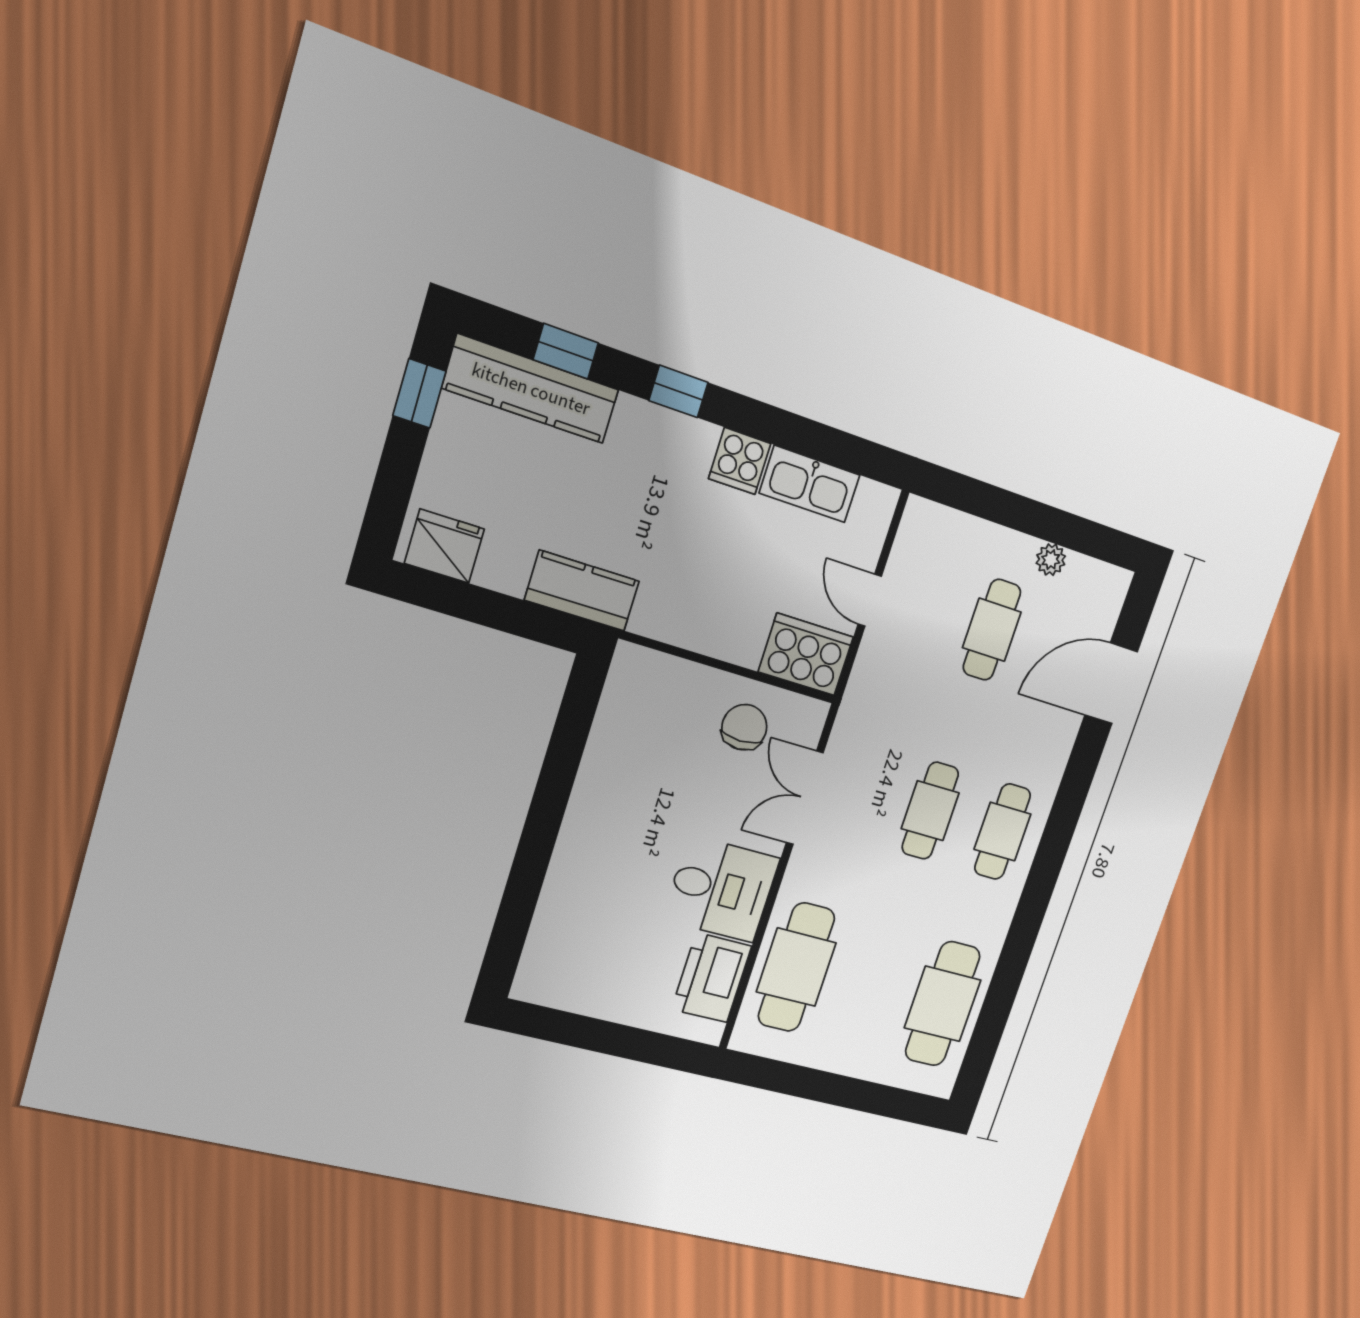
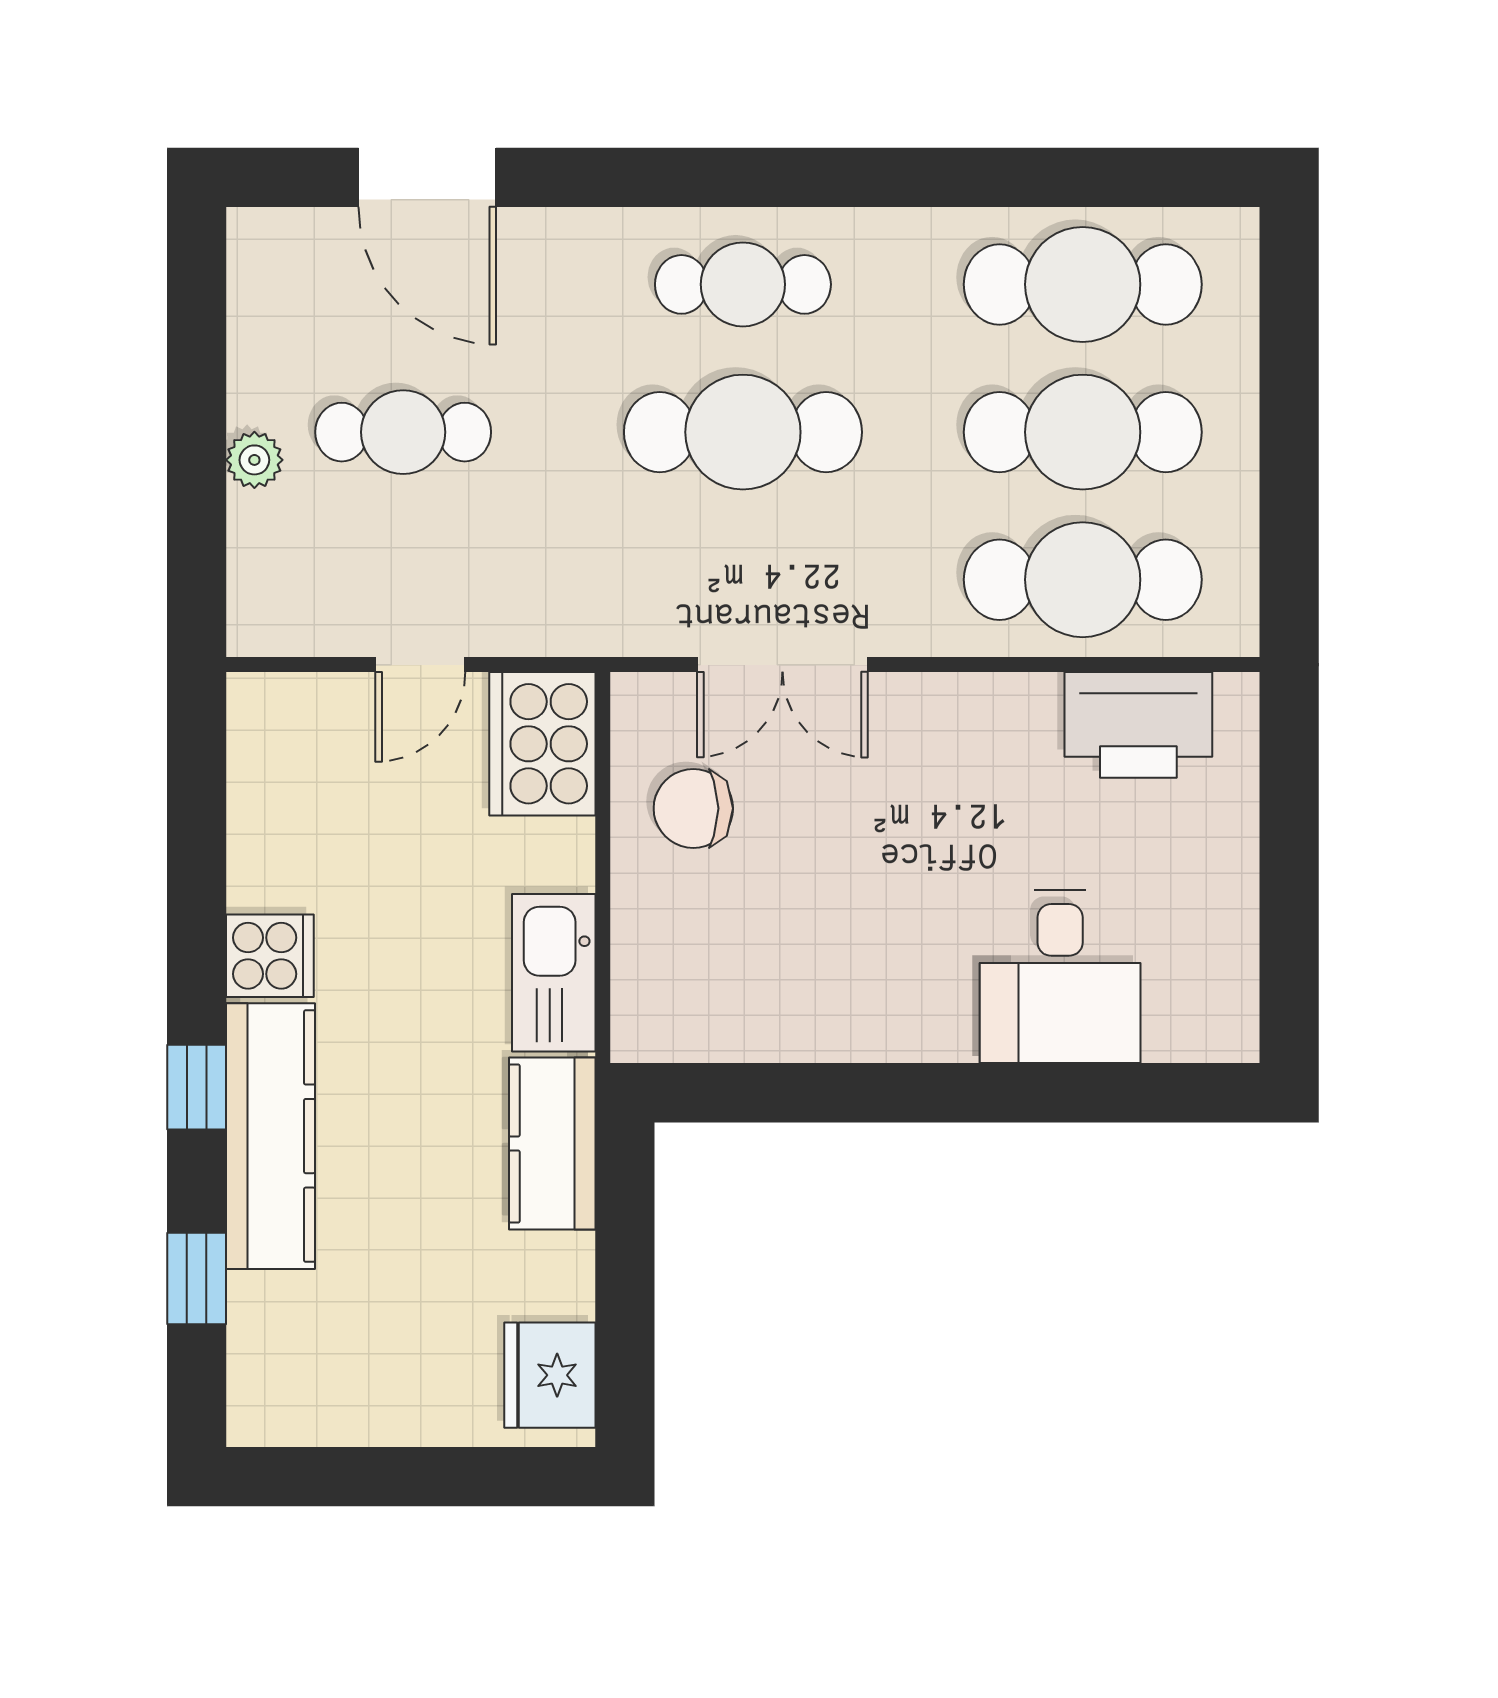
kitchen counter: (531, 389) -> (270, 1136), moved
window: (419, 393) -> (333, 1477), removed
kitchen sink: (810, 484) -> (554, 973), moved, turned 180
plant: (1051, 560) -> (254, 460), moved
cafe table: (930, 811) -> (743, 432), width x1.37, depth x1.35
desk: (721, 889) -> (1060, 977), moved, turned 180
cafe table: (871, 986) -> (1083, 432), added

